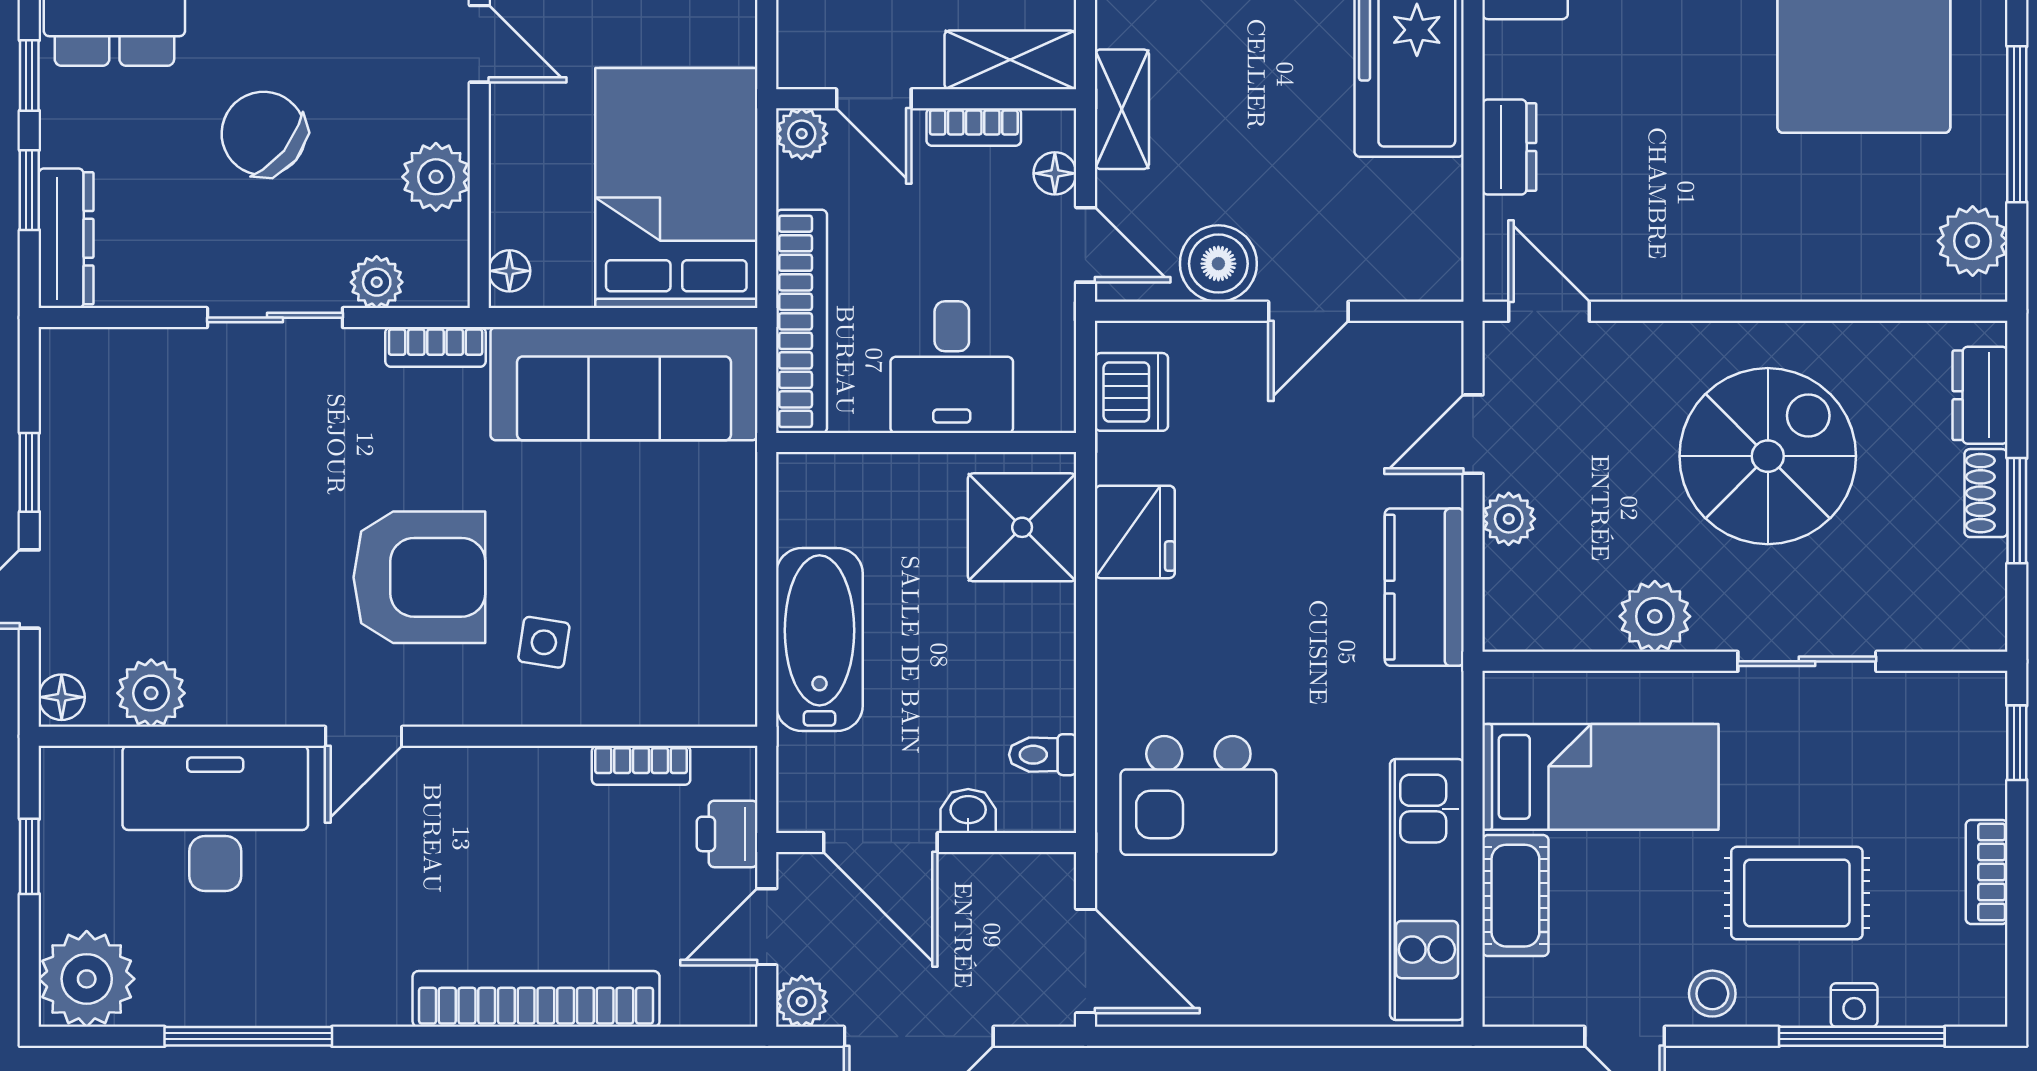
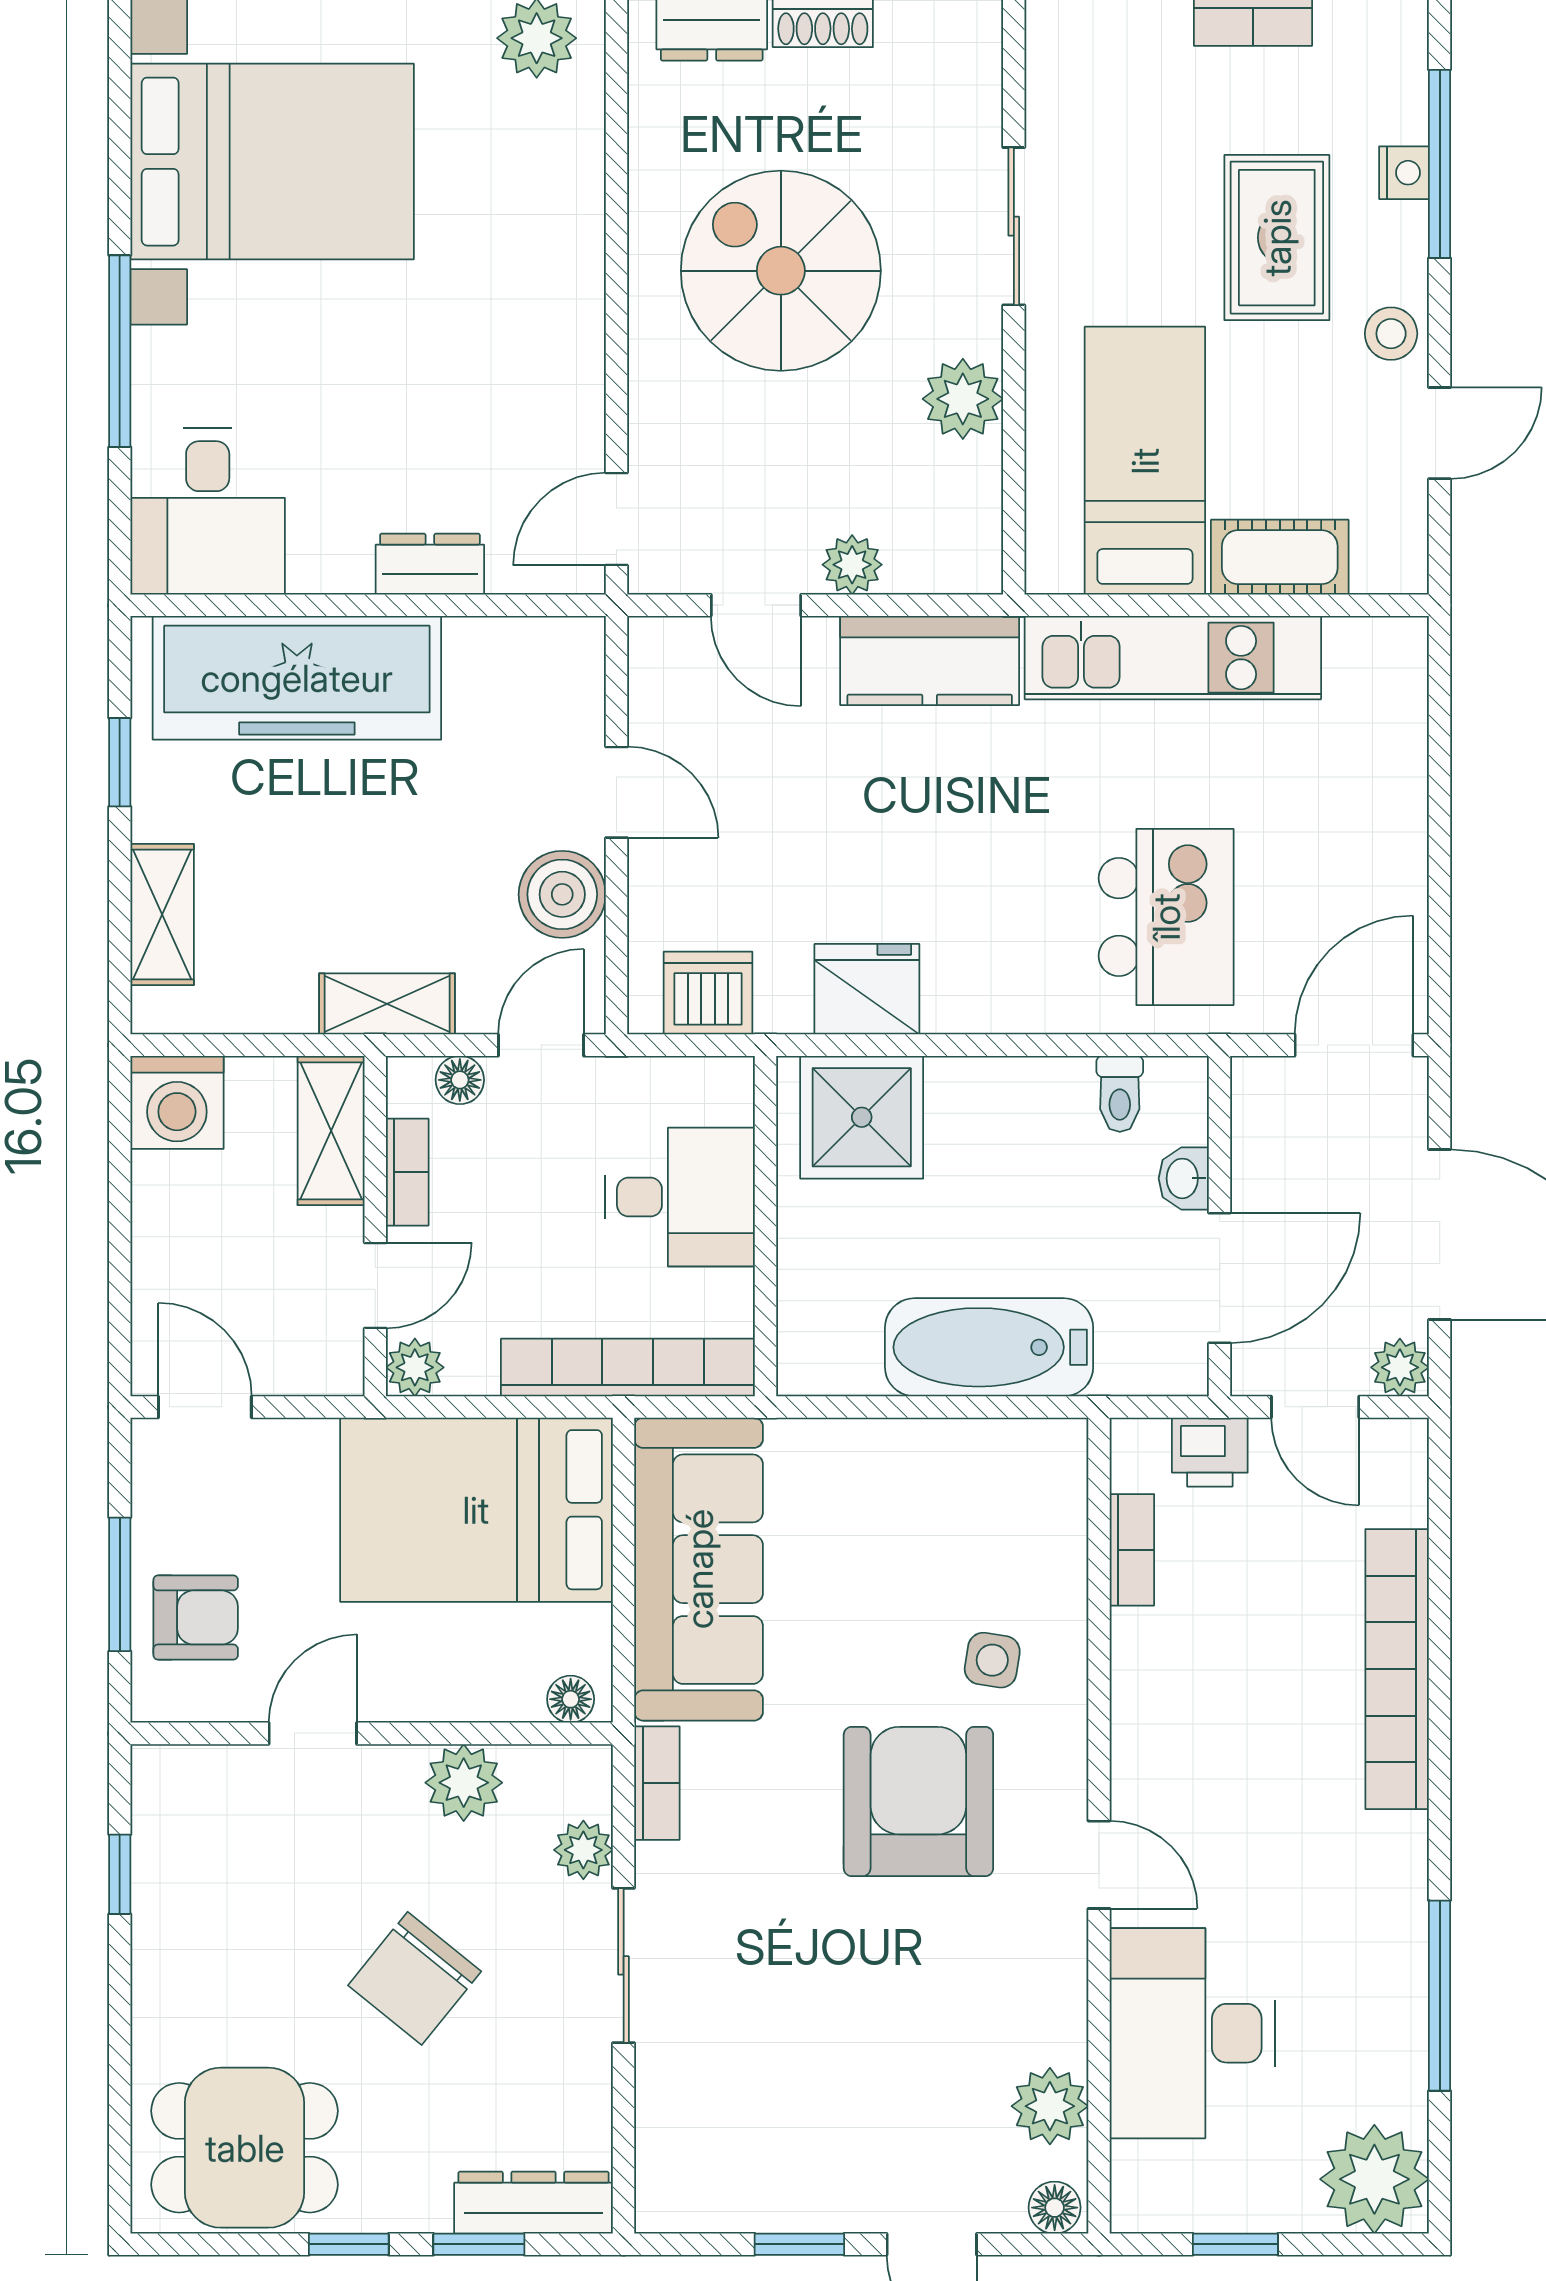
kitchen unit: (1427, 890) -> (1173, 658), moved

